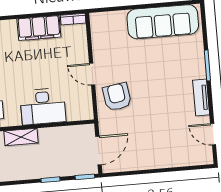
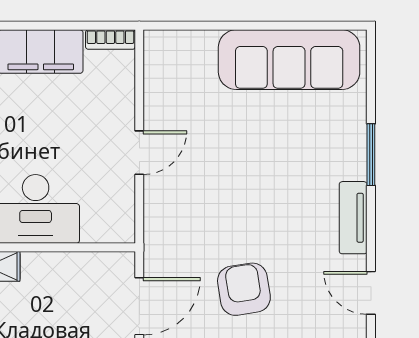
door: (92, 74) -> (139, 153), swing flipped
armchair: (117, 97) -> (244, 289), moved

